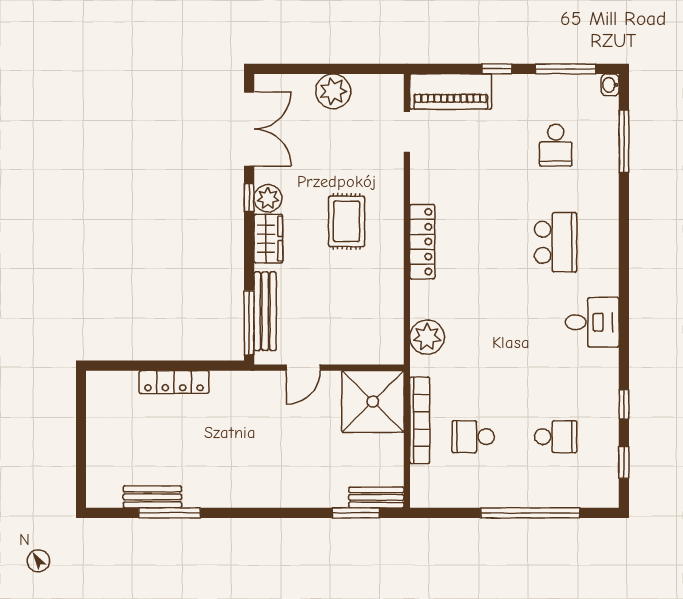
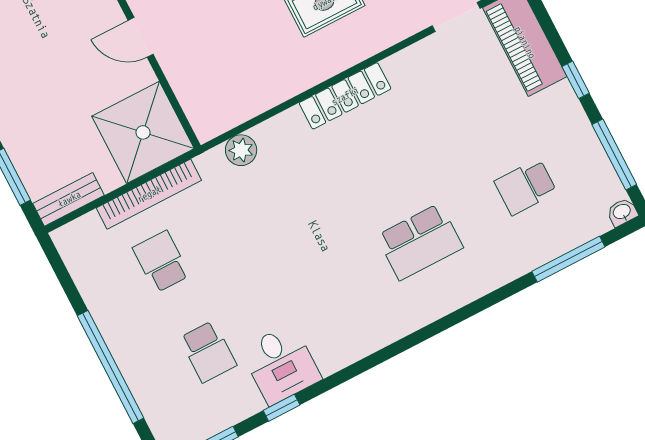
desk: (592, 322) -> (281, 364), moved
plant: (427, 337) -> (241, 150), width x0.73, depth x0.73
bench: (376, 497) -> (69, 199), moved, turned 90

